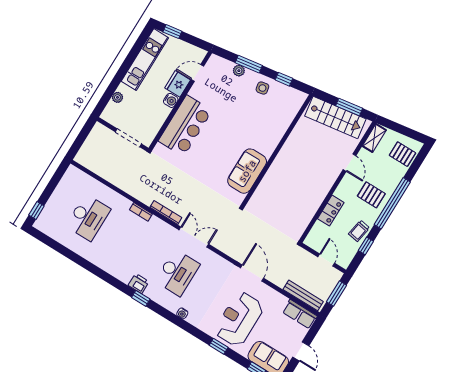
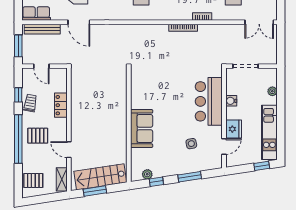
plant: (239, 71) -> (147, 174), moved
side table: (262, 88) -> (191, 144), moved
water cooler: (171, 100) -> (231, 101), moved
sofa: (247, 171) -> (142, 128), moved
double door: (194, 237) -> (259, 22), moved
door: (252, 273) -> (79, 22), moved

